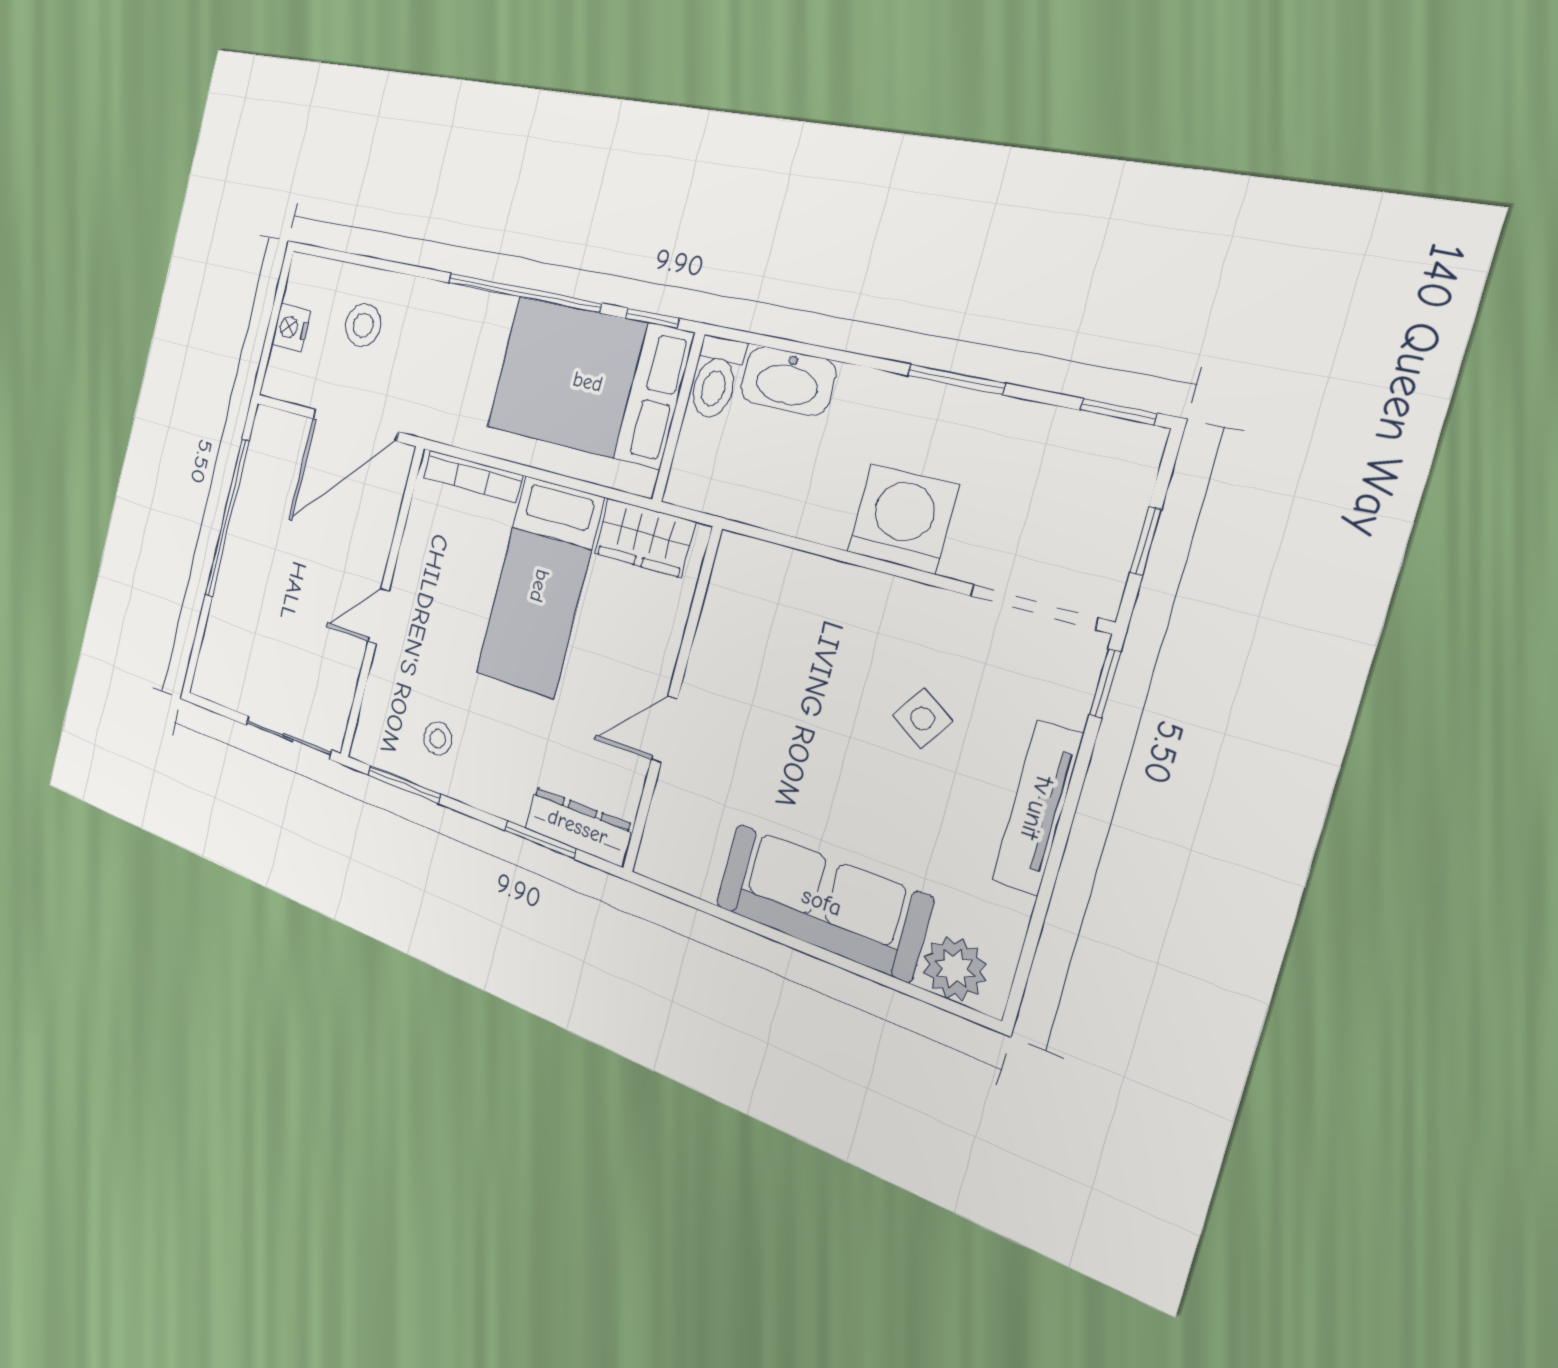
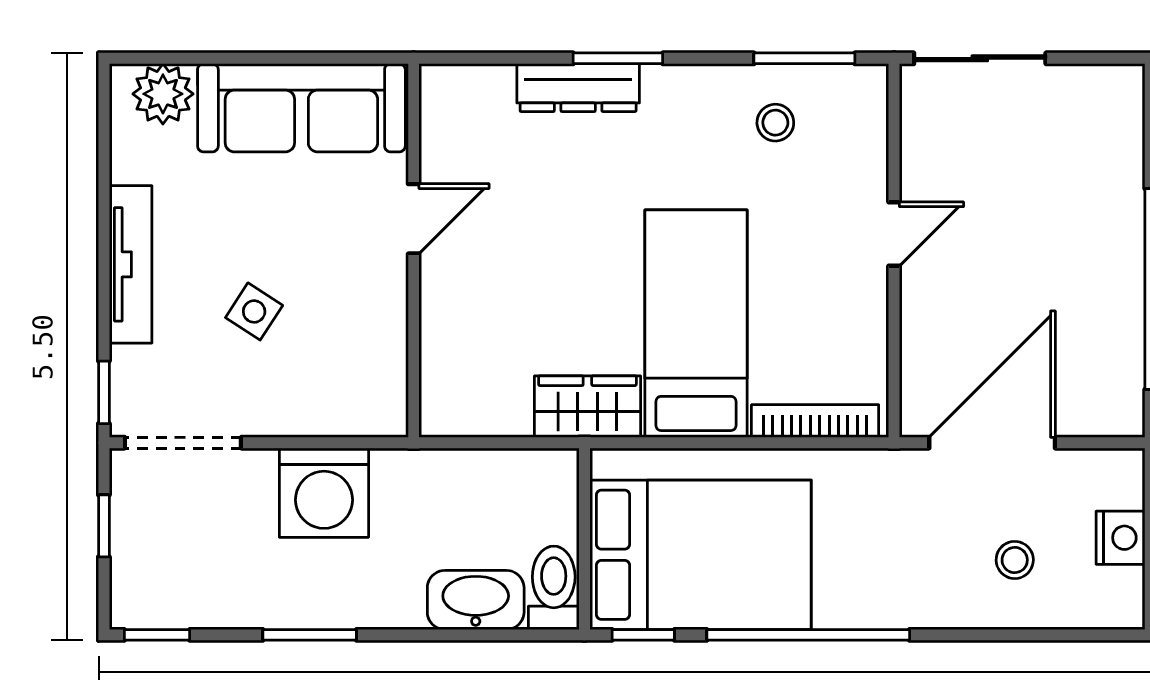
stool: (363, 325) -> (1015, 560), width x0.73, depth x0.73
wall: (672, 700) -> (414, 250), moved
door: (665, 729) -> (414, 219), moved

